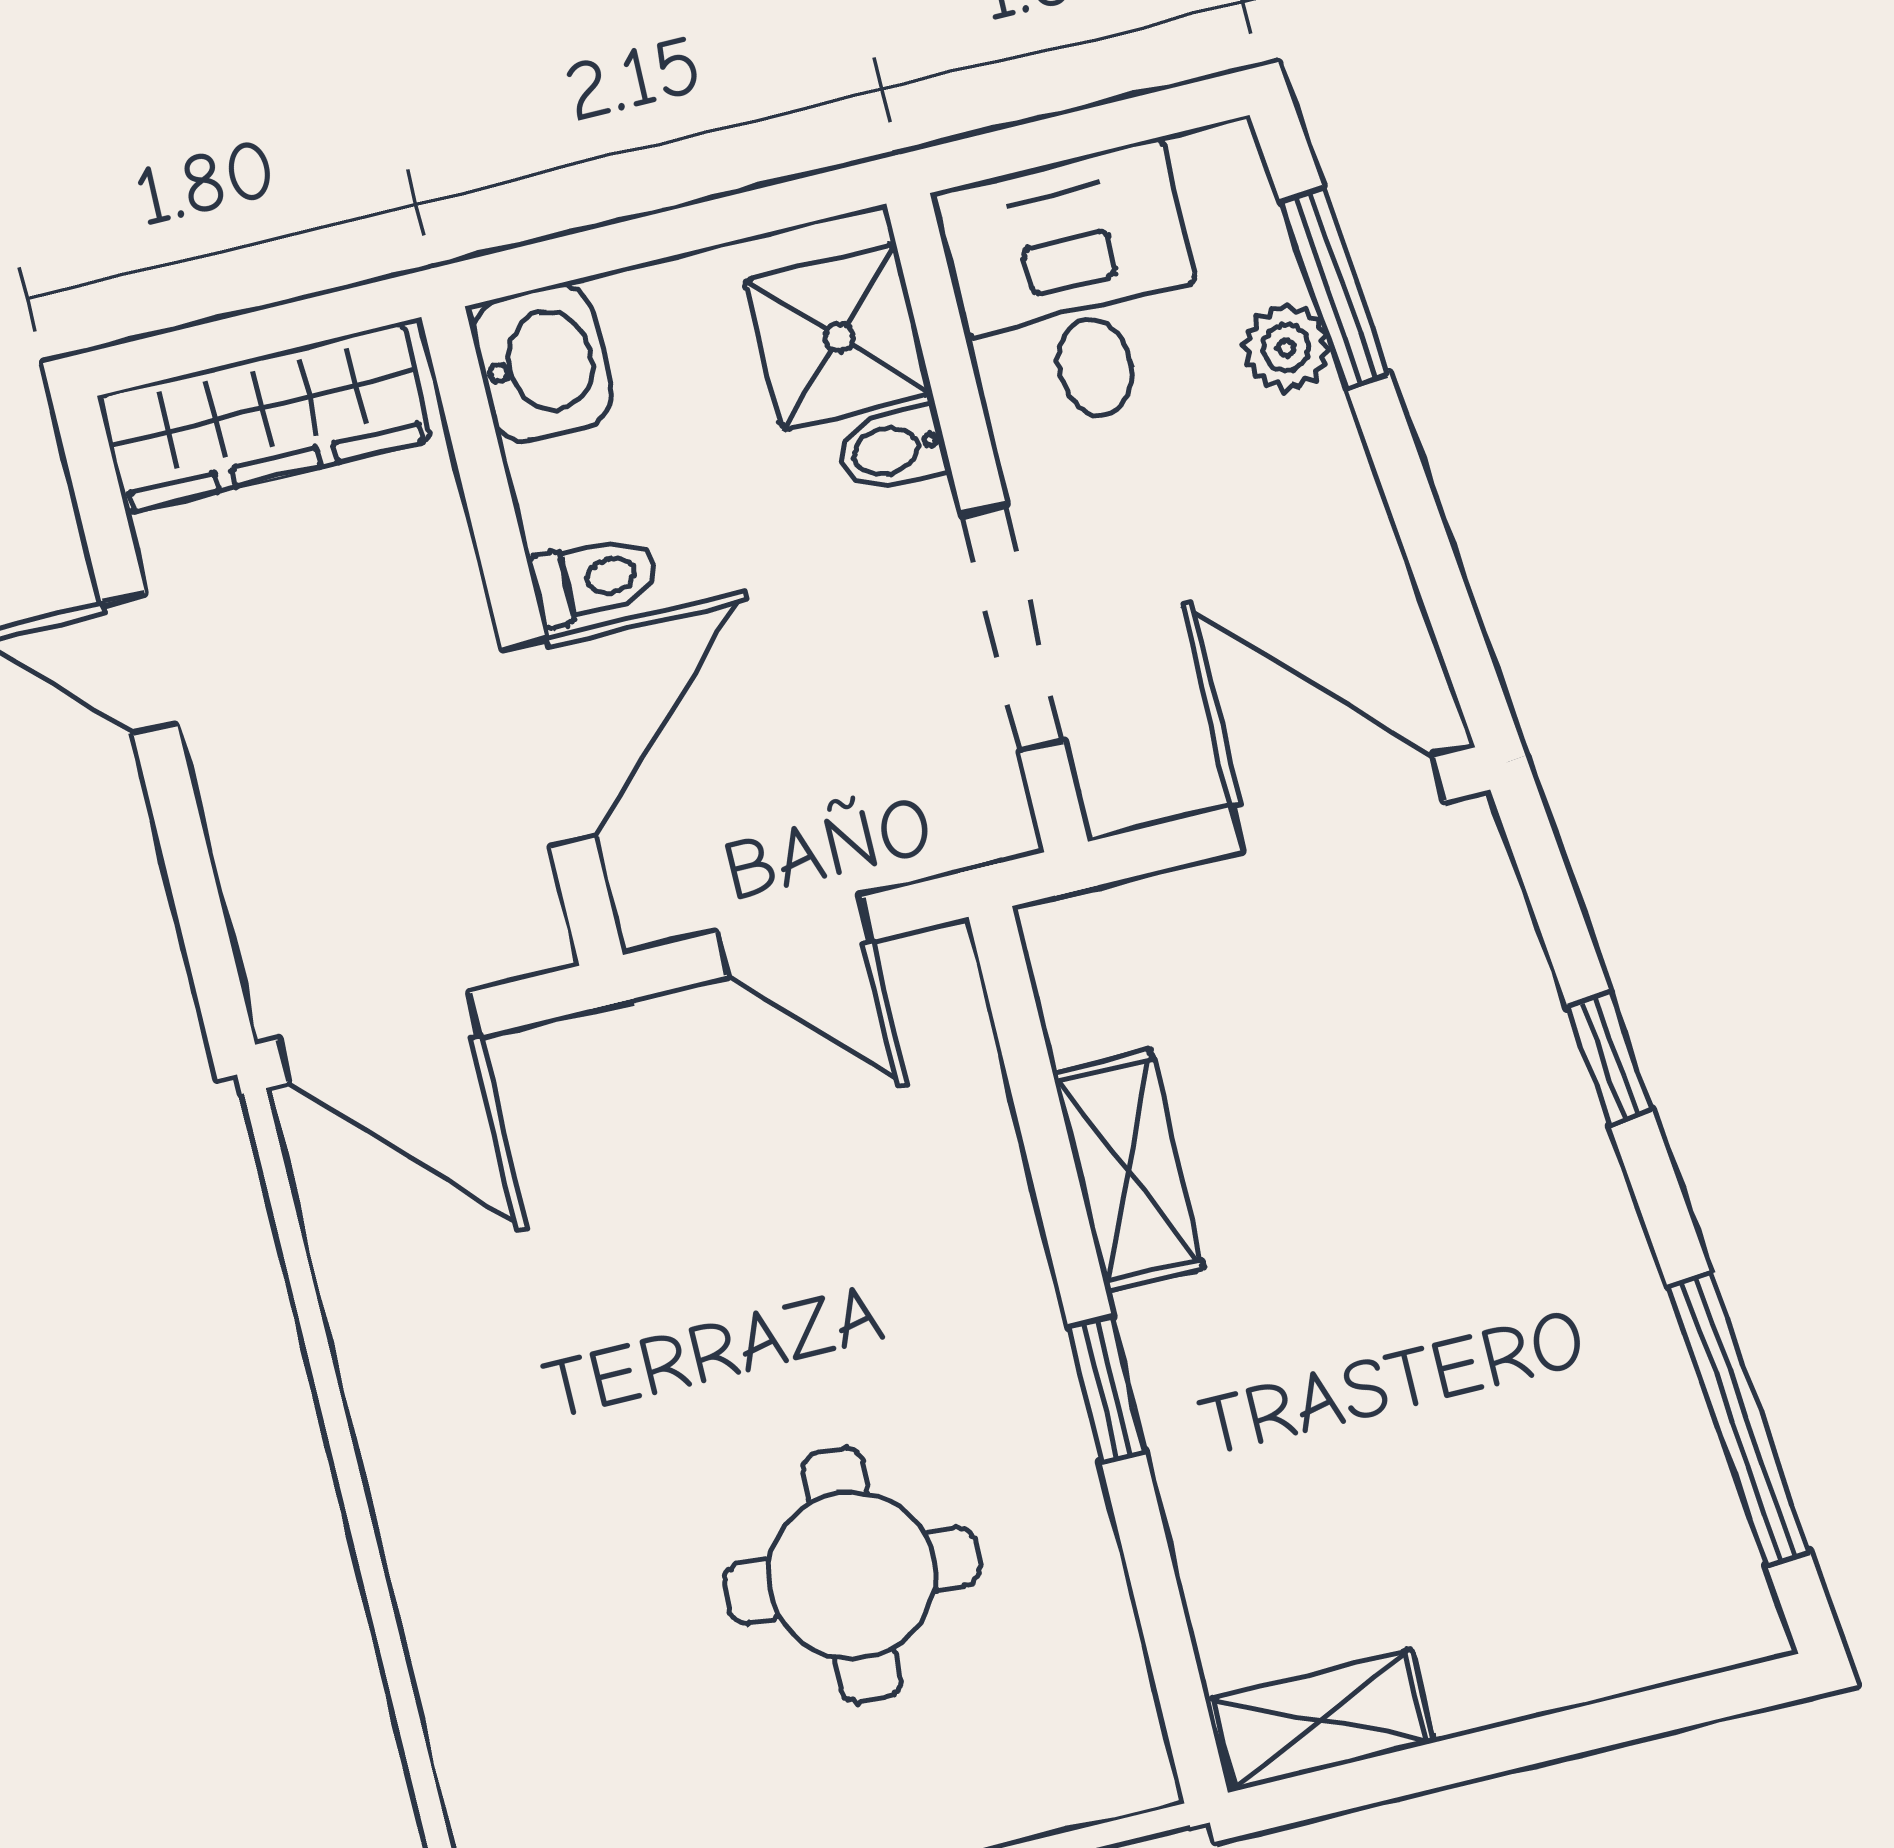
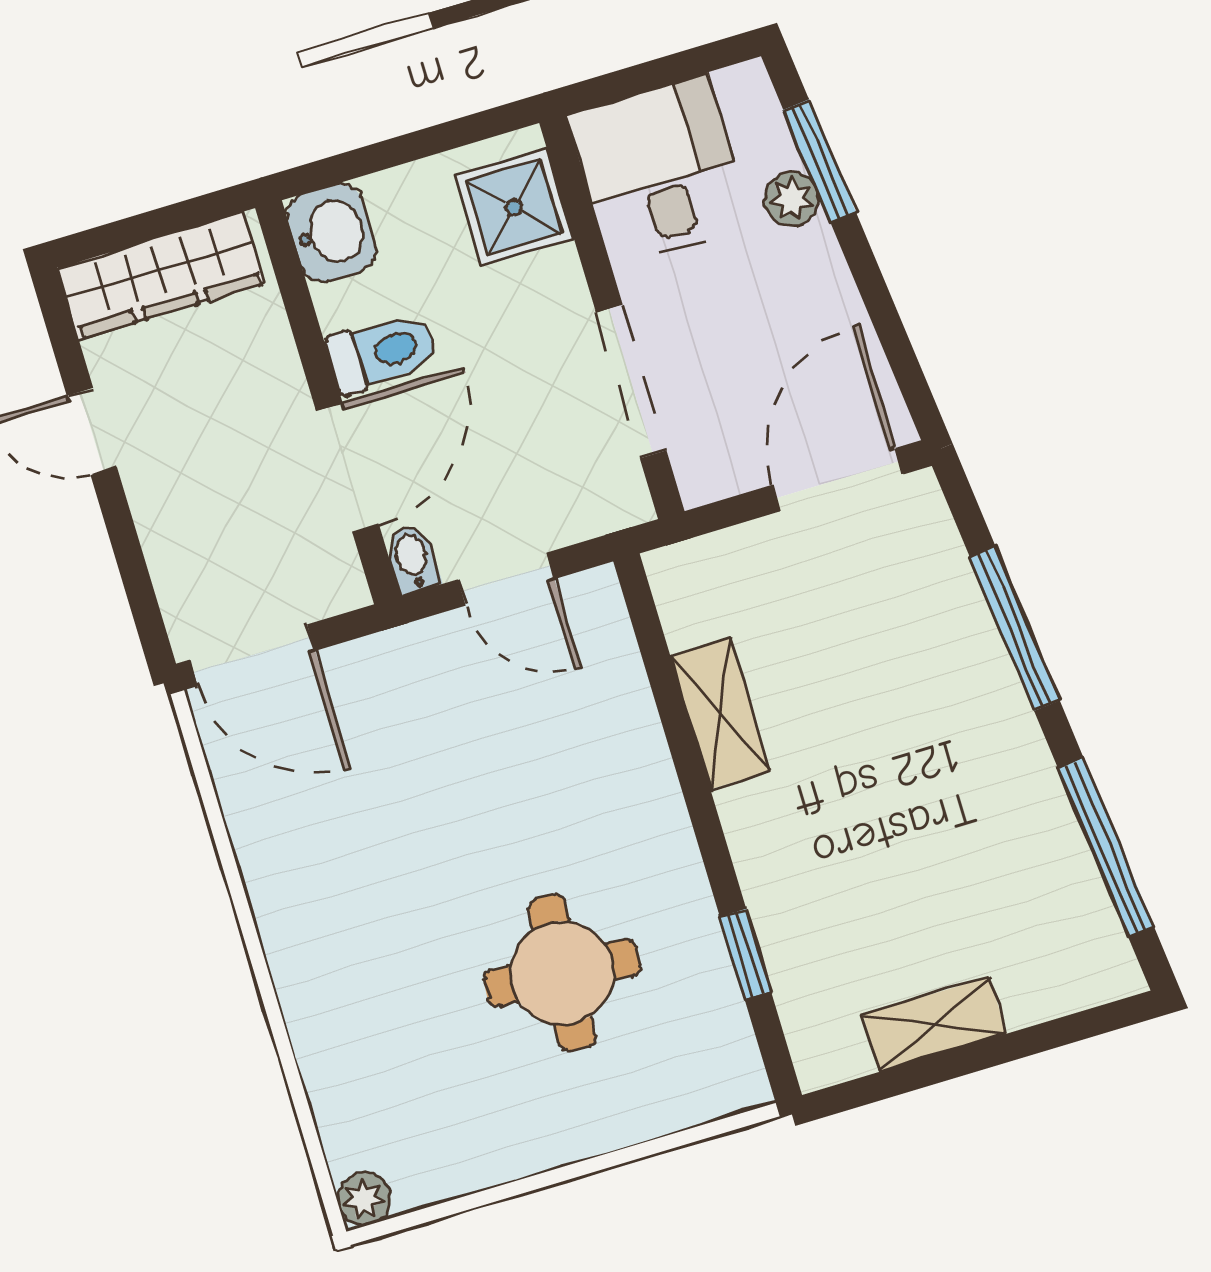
bidet: (892, 449) -> (412, 559), moved, turned 90
toilet: (594, 580) -> (382, 353), width x1.37, depth x1.39
door: (1337, 804) -> (838, 480), hinge flipped
window: (1610, 1059) -> (1015, 629), width x2.17
window: (1107, 1390) -> (745, 954), moved
shelving: (1320, 1721) -> (935, 1024), moved

